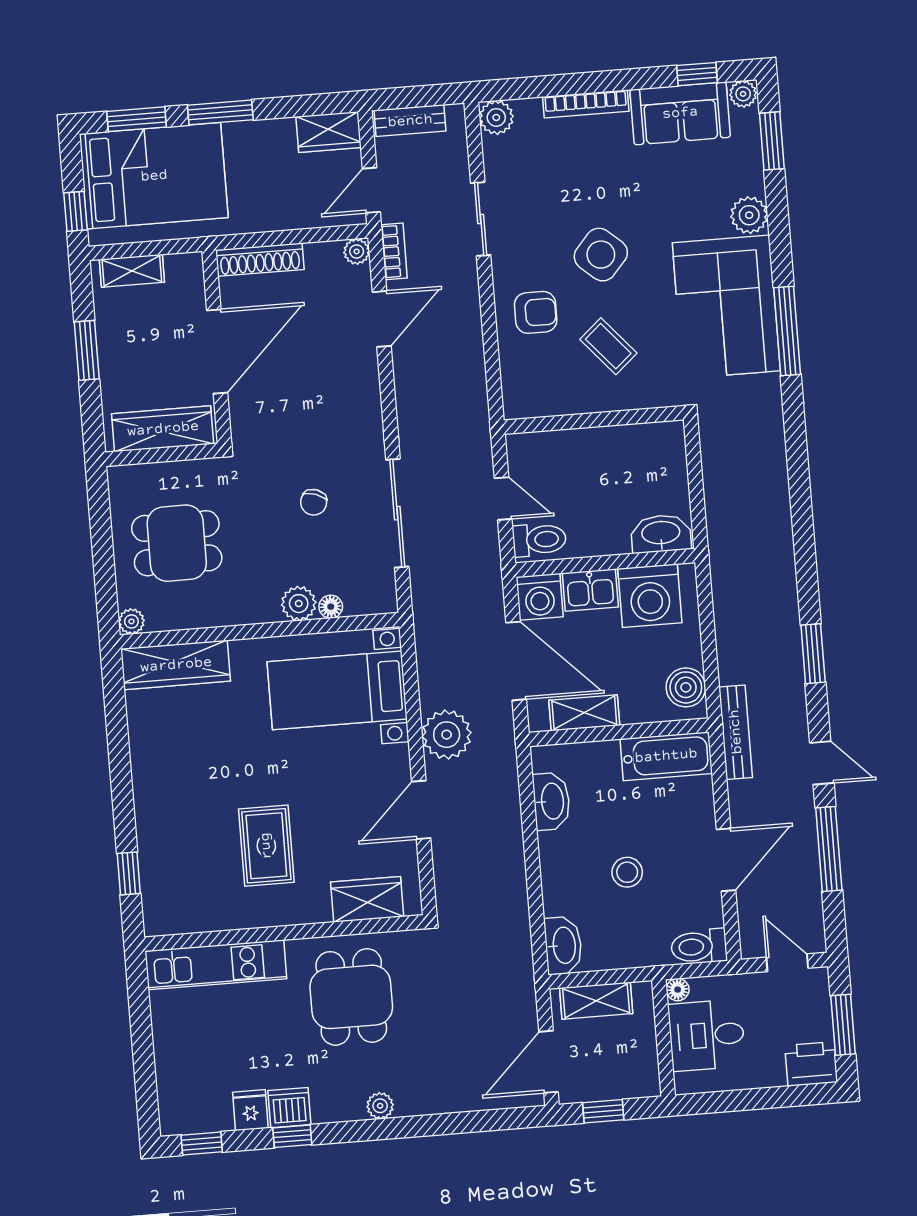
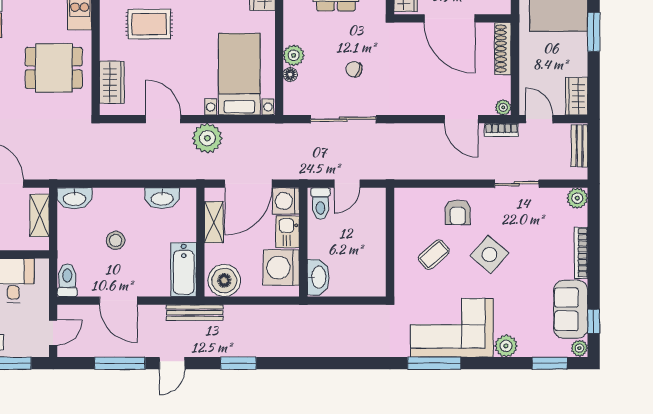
boiler: (686, 687) -> (224, 280), width x1.37, depth x1.37
floor lamp: (678, 990) -> (42, 265), removed

